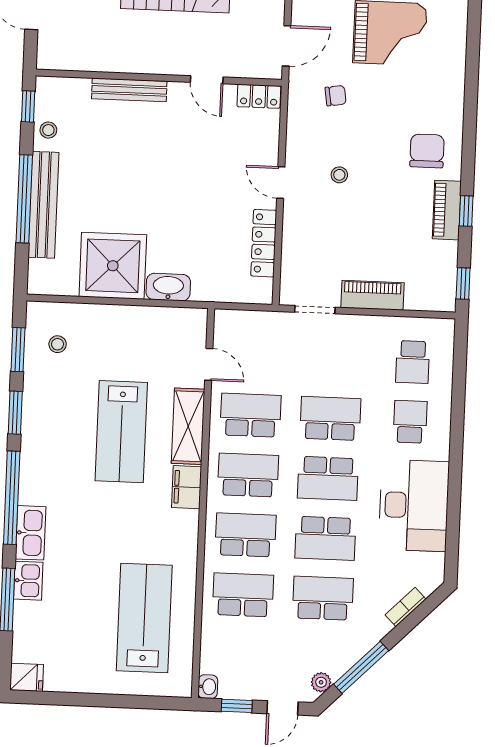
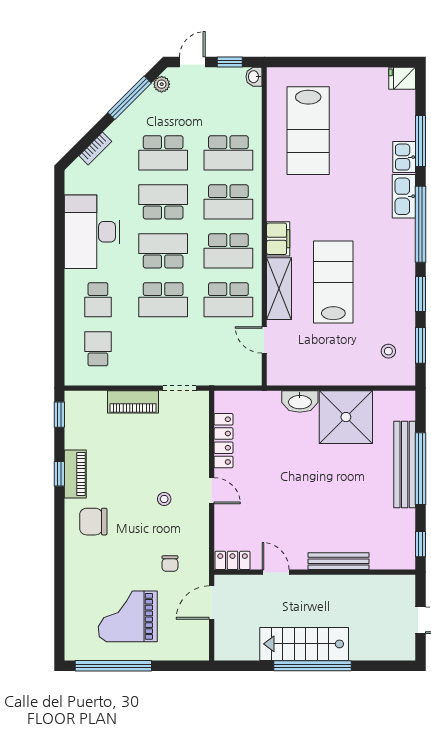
chair: (336, 96) -> (170, 564), turned -81
stool: (48, 130) -> (403, 526), removed
chair: (427, 151) -> (93, 522), turned 90

